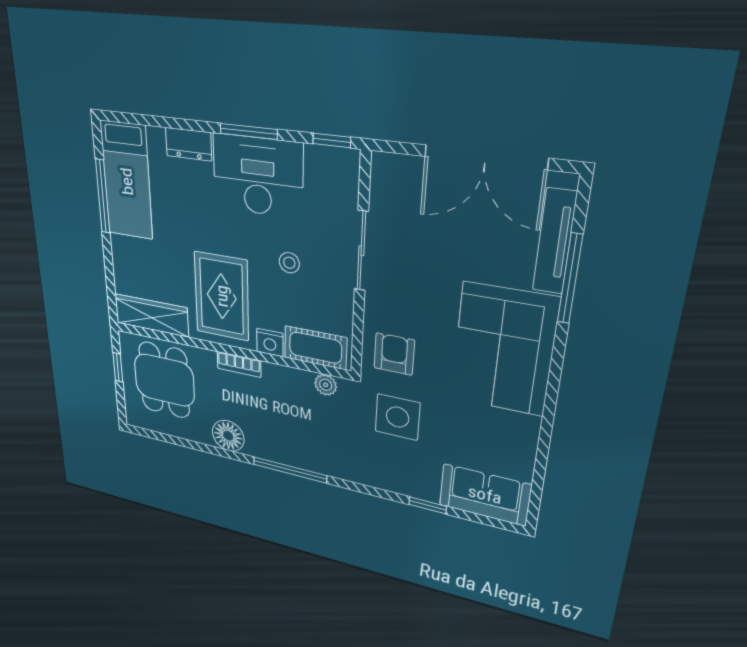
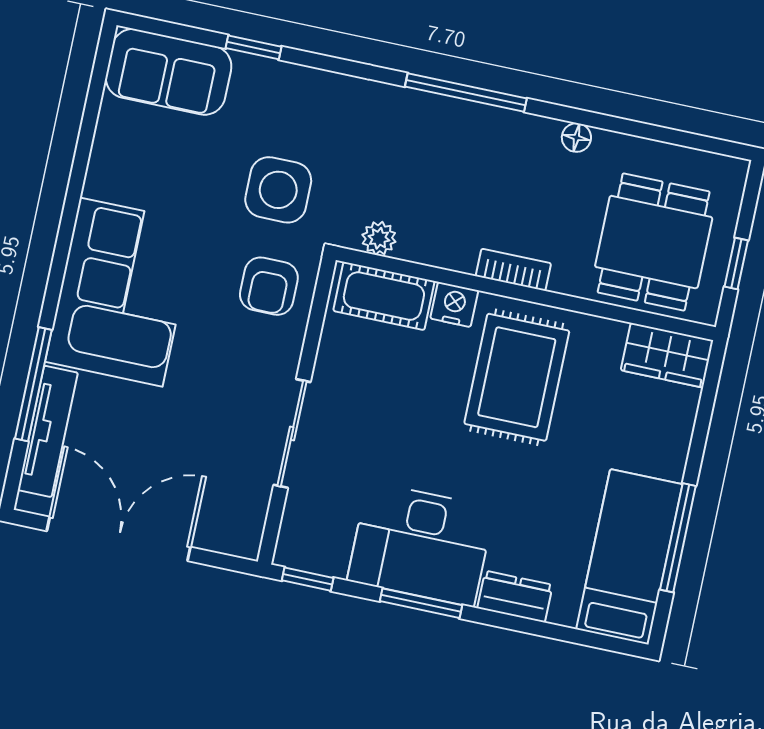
stool: (289, 263) -> (399, 422), removed
wardrobe: (151, 315) -> (667, 355), width x0.67
floor lamp: (228, 436) -> (576, 138), width x0.53, depth x0.53

